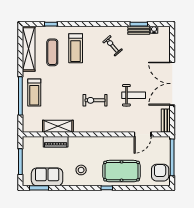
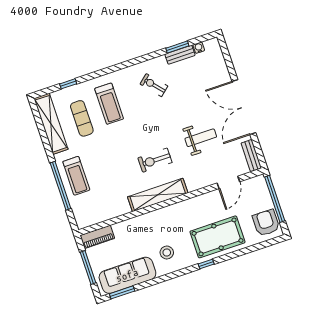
shelving: (58, 126) -> (158, 195), moved, width x1.47
piano: (56, 142) -> (97, 237), moved
sofa: (47, 177) -> (127, 275), width x1.36

